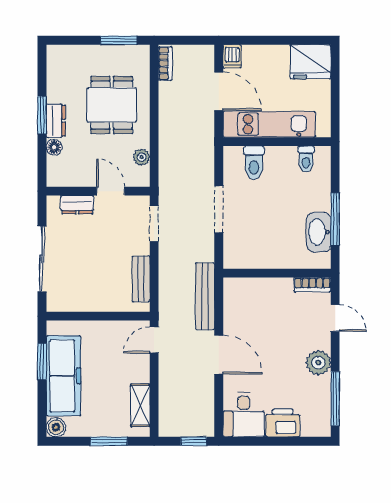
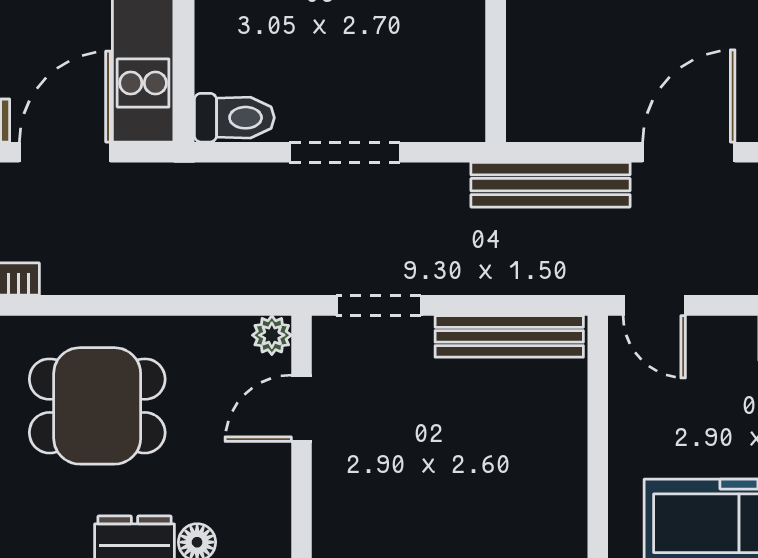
plant: (142, 157) -> (272, 335), moved
toilet: (254, 163) -> (234, 118), moved
dresser: (77, 205) -> (334, 488), removed
bench: (141, 279) -> (509, 336), width x1.36

